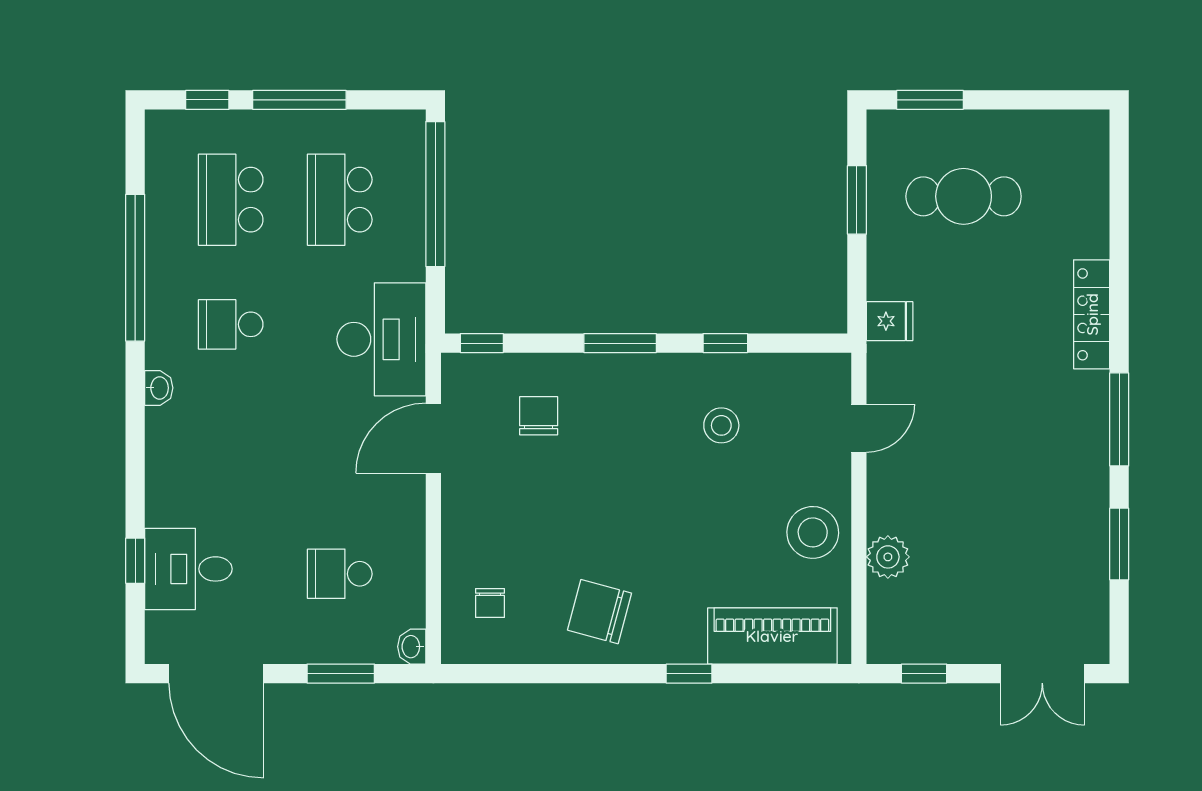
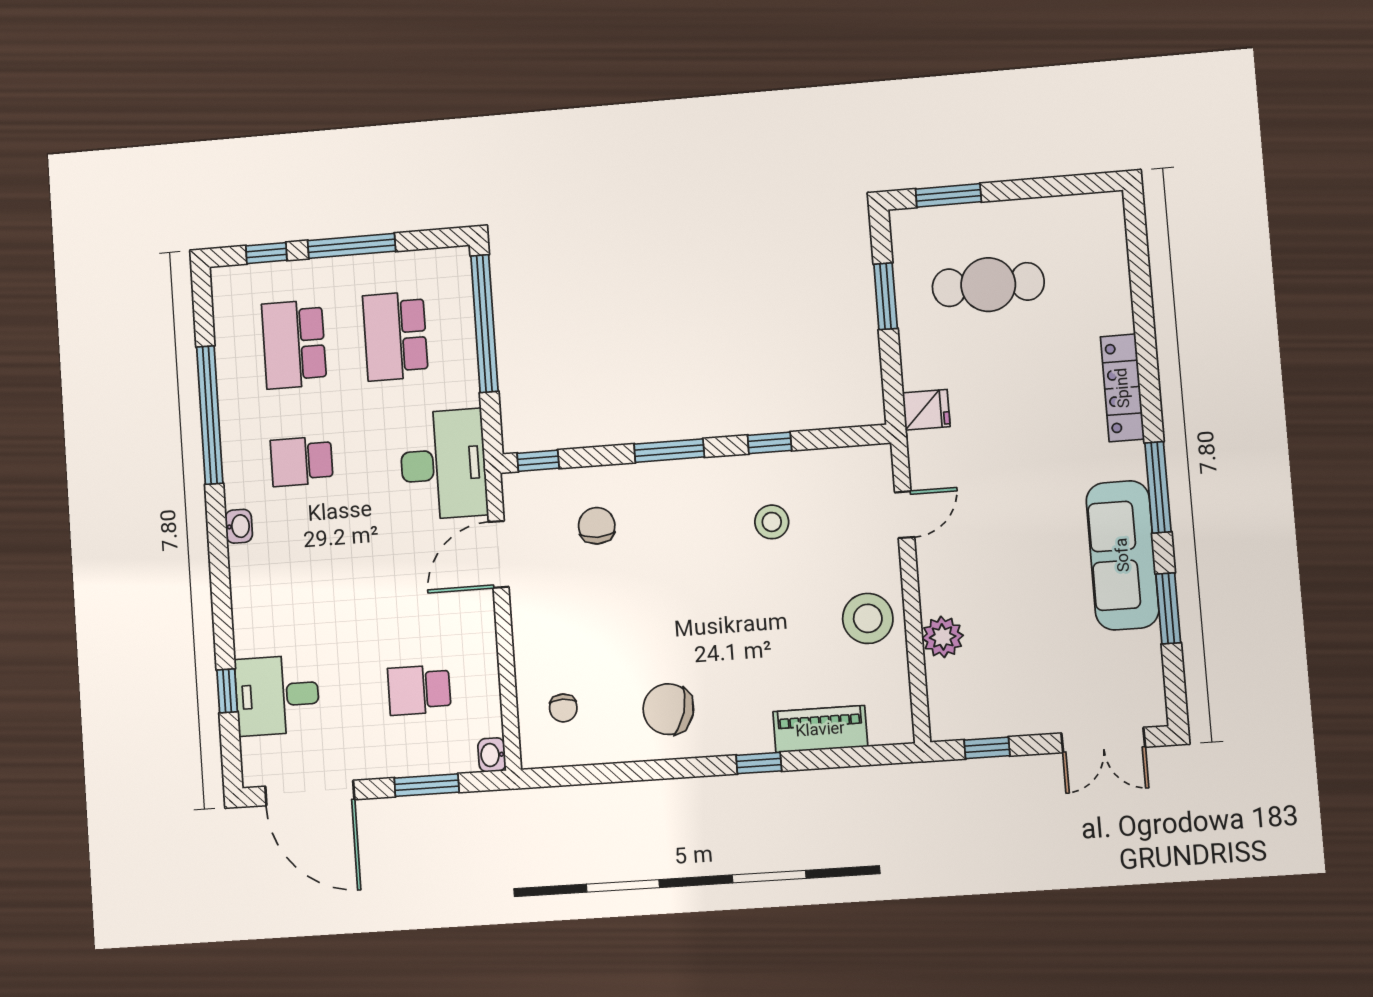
sofa: (1077, 486) -> (1122, 555), added
piano: (772, 636) -> (820, 729), width x0.73, depth x0.75

